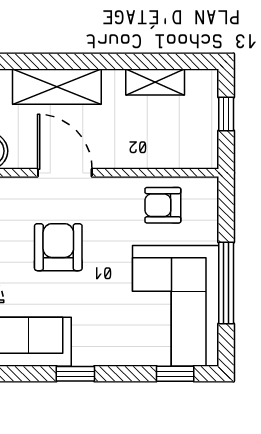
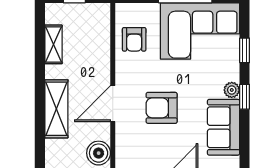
plant: (86, 354) -> (232, 90), added
window: (175, 374) -> (245, 50), moved

